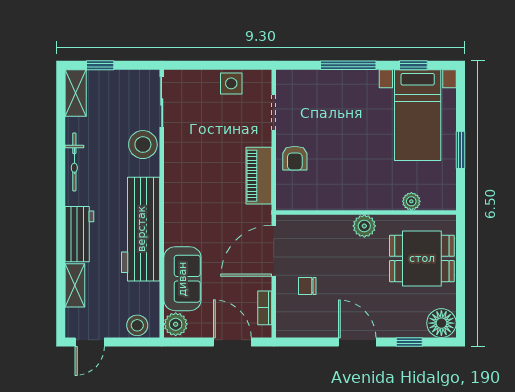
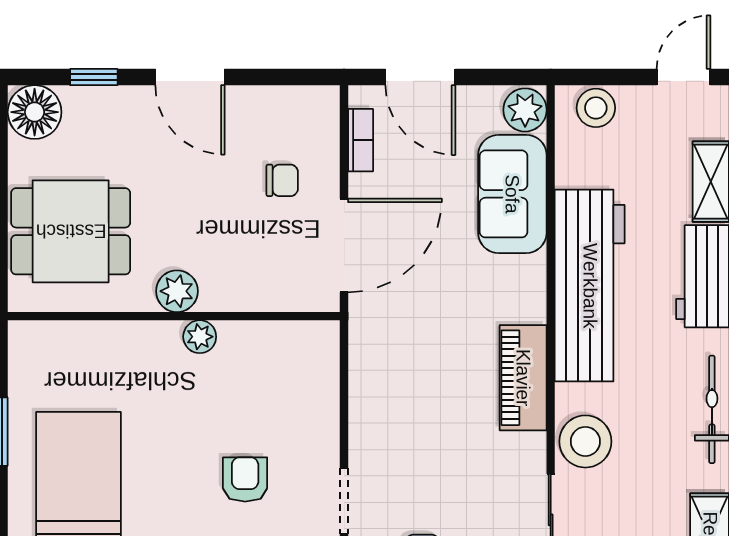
armchair: (295, 158) -> (245, 479), moved
piano: (259, 176) -> (523, 378), moved, turned 180
plant: (411, 201) -> (200, 337), moved

